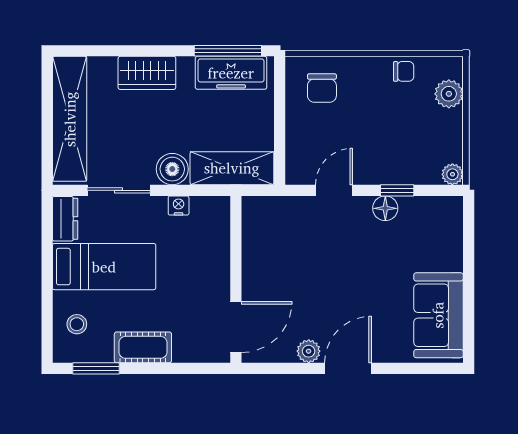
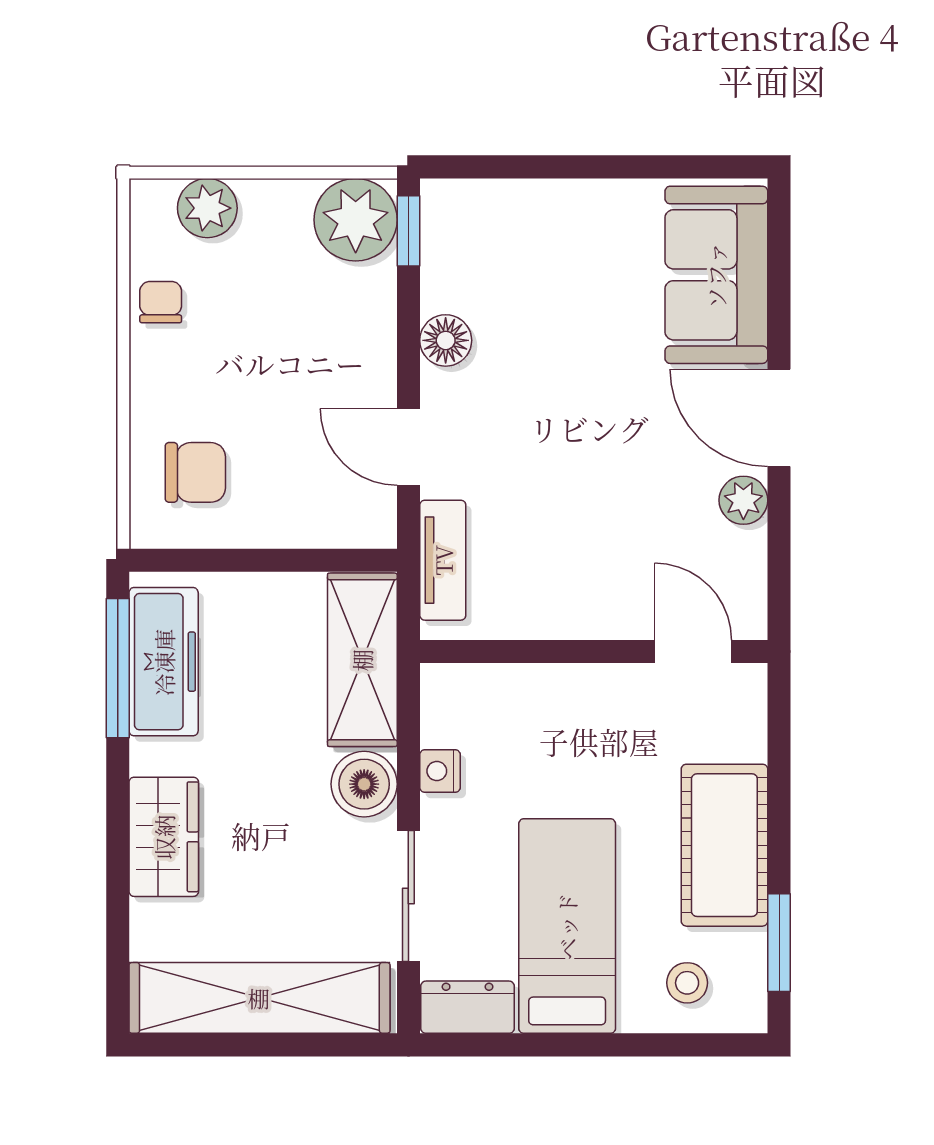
plant: (452, 174) -> (356, 220), width x1.88, depth x1.88
window: (397, 190) -> (408, 231), moved
tv unit: (280, 207) -> (443, 560), added
sofa: (438, 315) -> (716, 275), moved, turned 90
door: (236, 327) -> (693, 651), width x0.73
cot: (143, 347) -> (724, 845), width x1.37, depth x1.34

